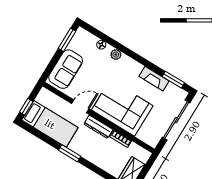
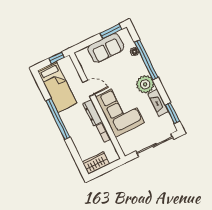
window: (117, 45) -> (146, 60), added
plant: (116, 54) -> (145, 84), moved, width x1.88, depth x1.88
sofa: (66, 69) -> (106, 48), moved
window: (26, 107) -> (56, 58), moved
window: (70, 153) -> (58, 119), width x2.11

